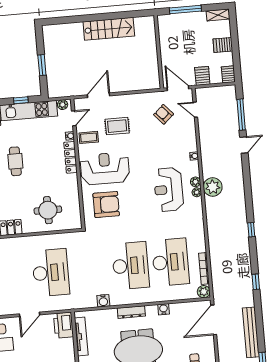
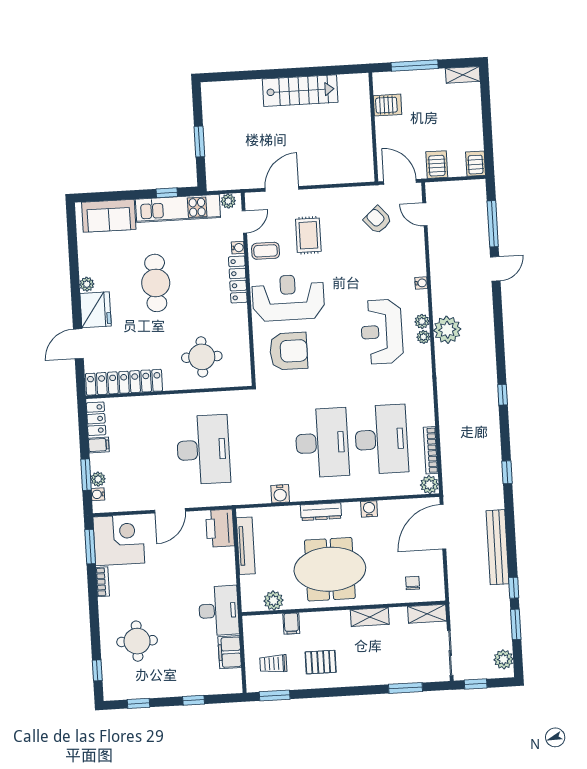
server rack: (223, 45) -> (388, 105), moved, turned 180
rug: (117, 126) -> (308, 235), turned 90
cafe table: (15, 161) -> (156, 283), width x1.37, depth x1.35

